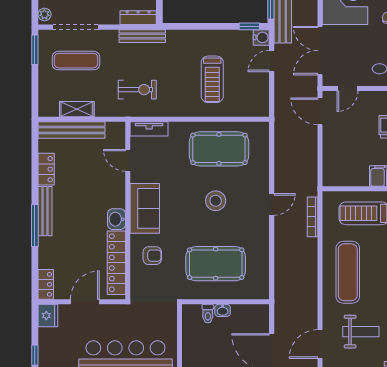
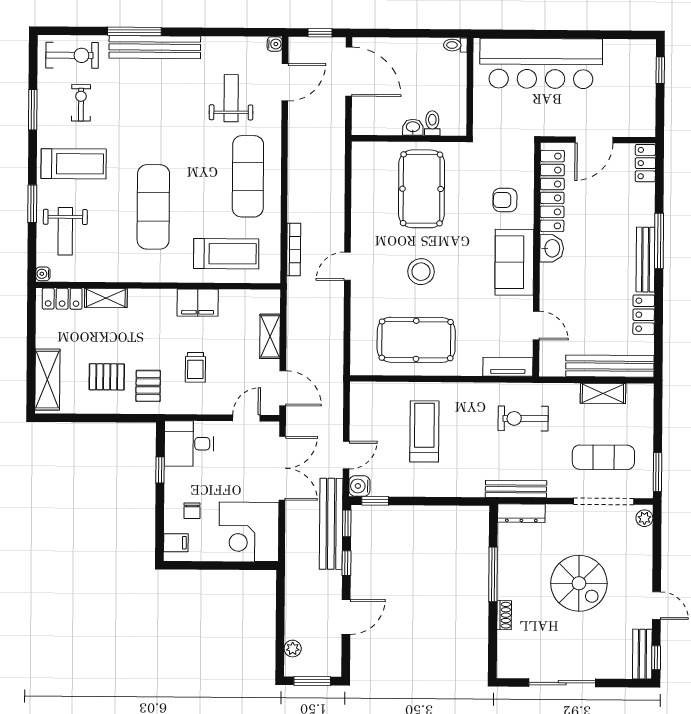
shelving: (330, 151) -> (270, 336), added
pool table: (216, 264) -> (422, 189), turned 90
fridge: (48, 316) -> (643, 122), removed
weight bench: (361, 332) -> (231, 98), turned 90

